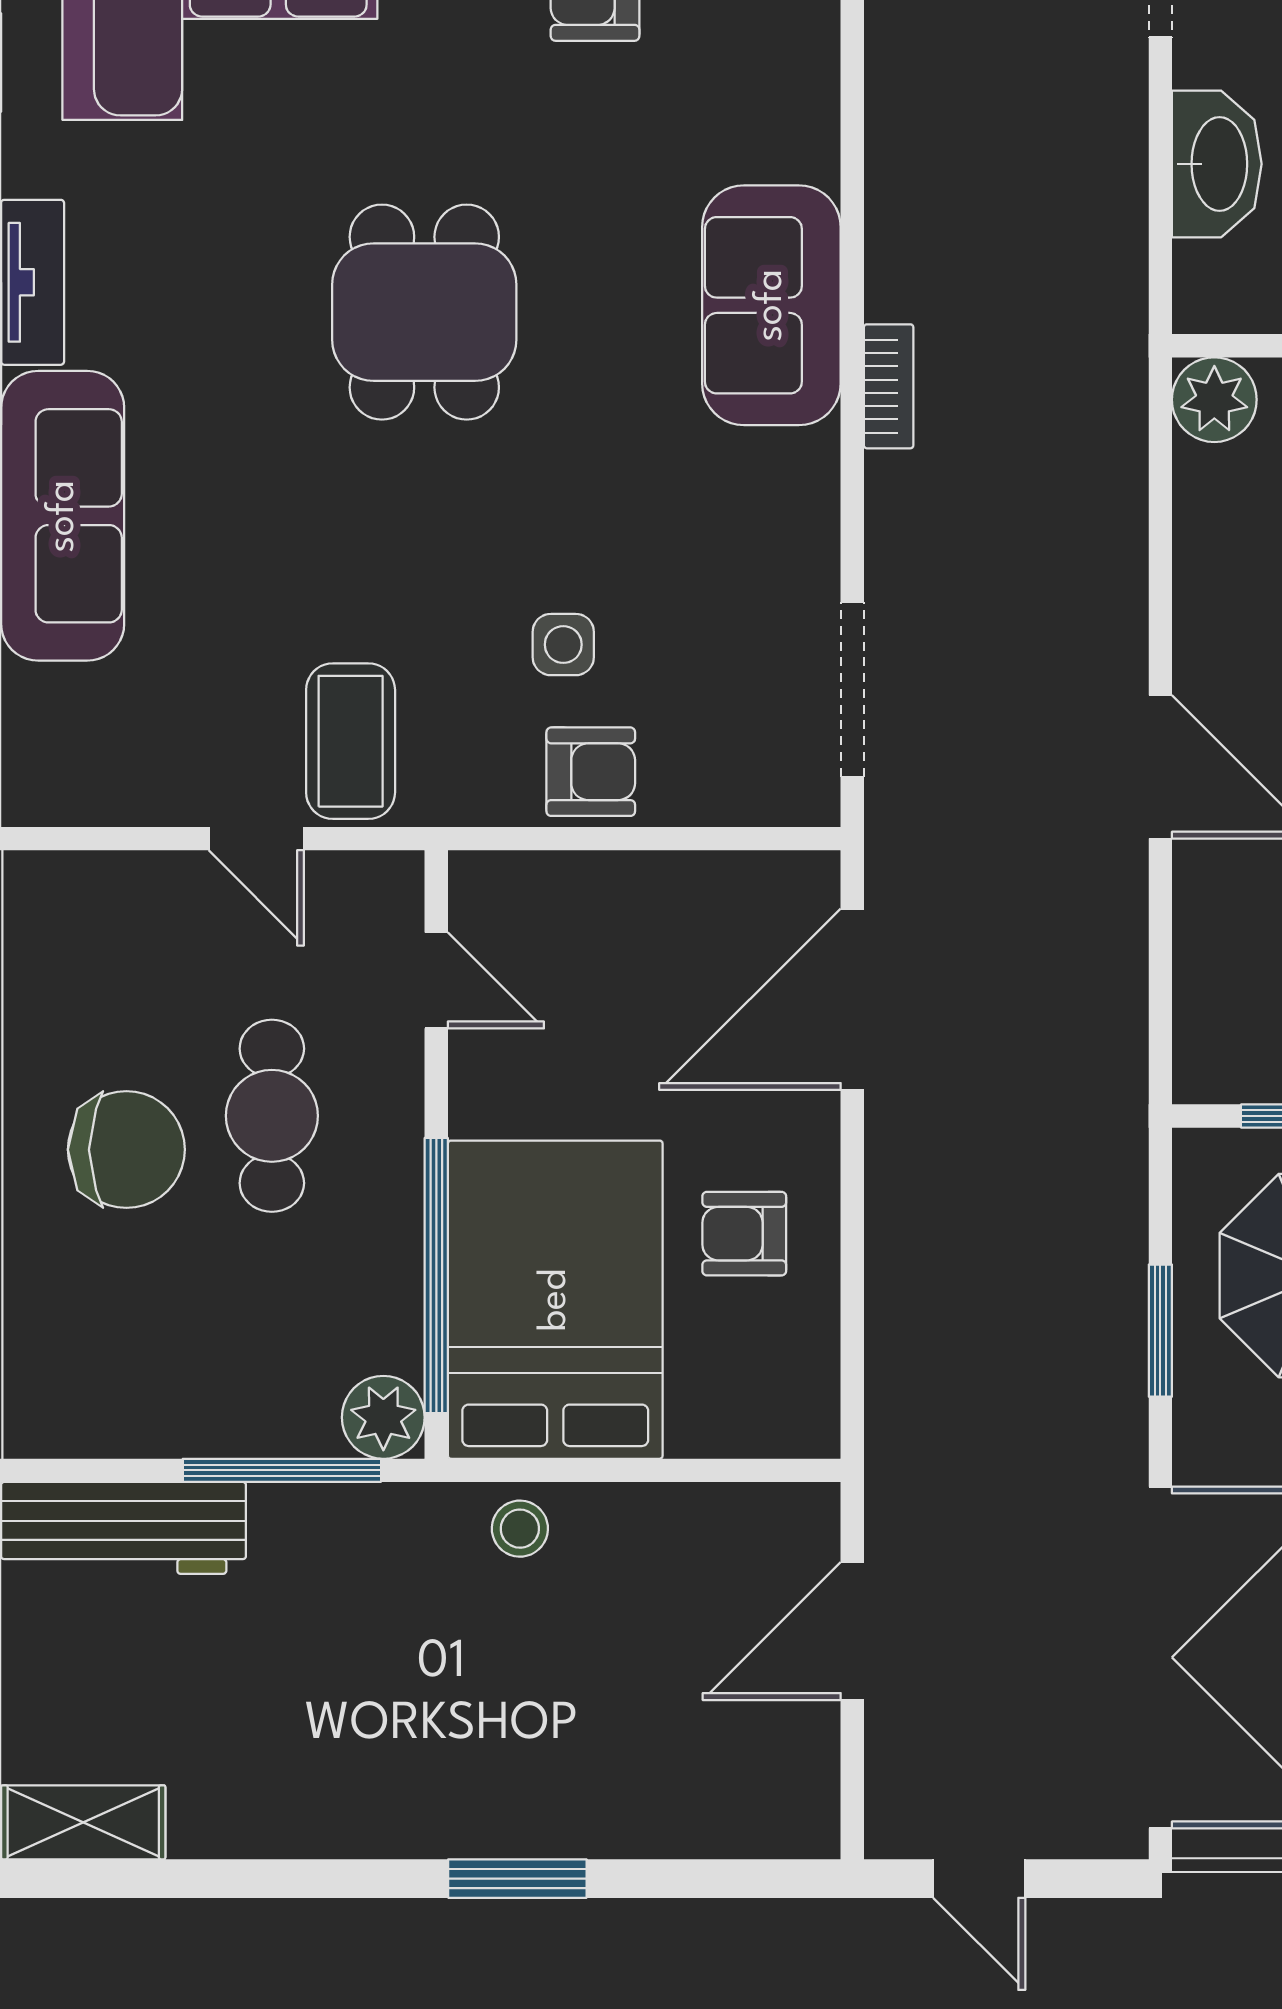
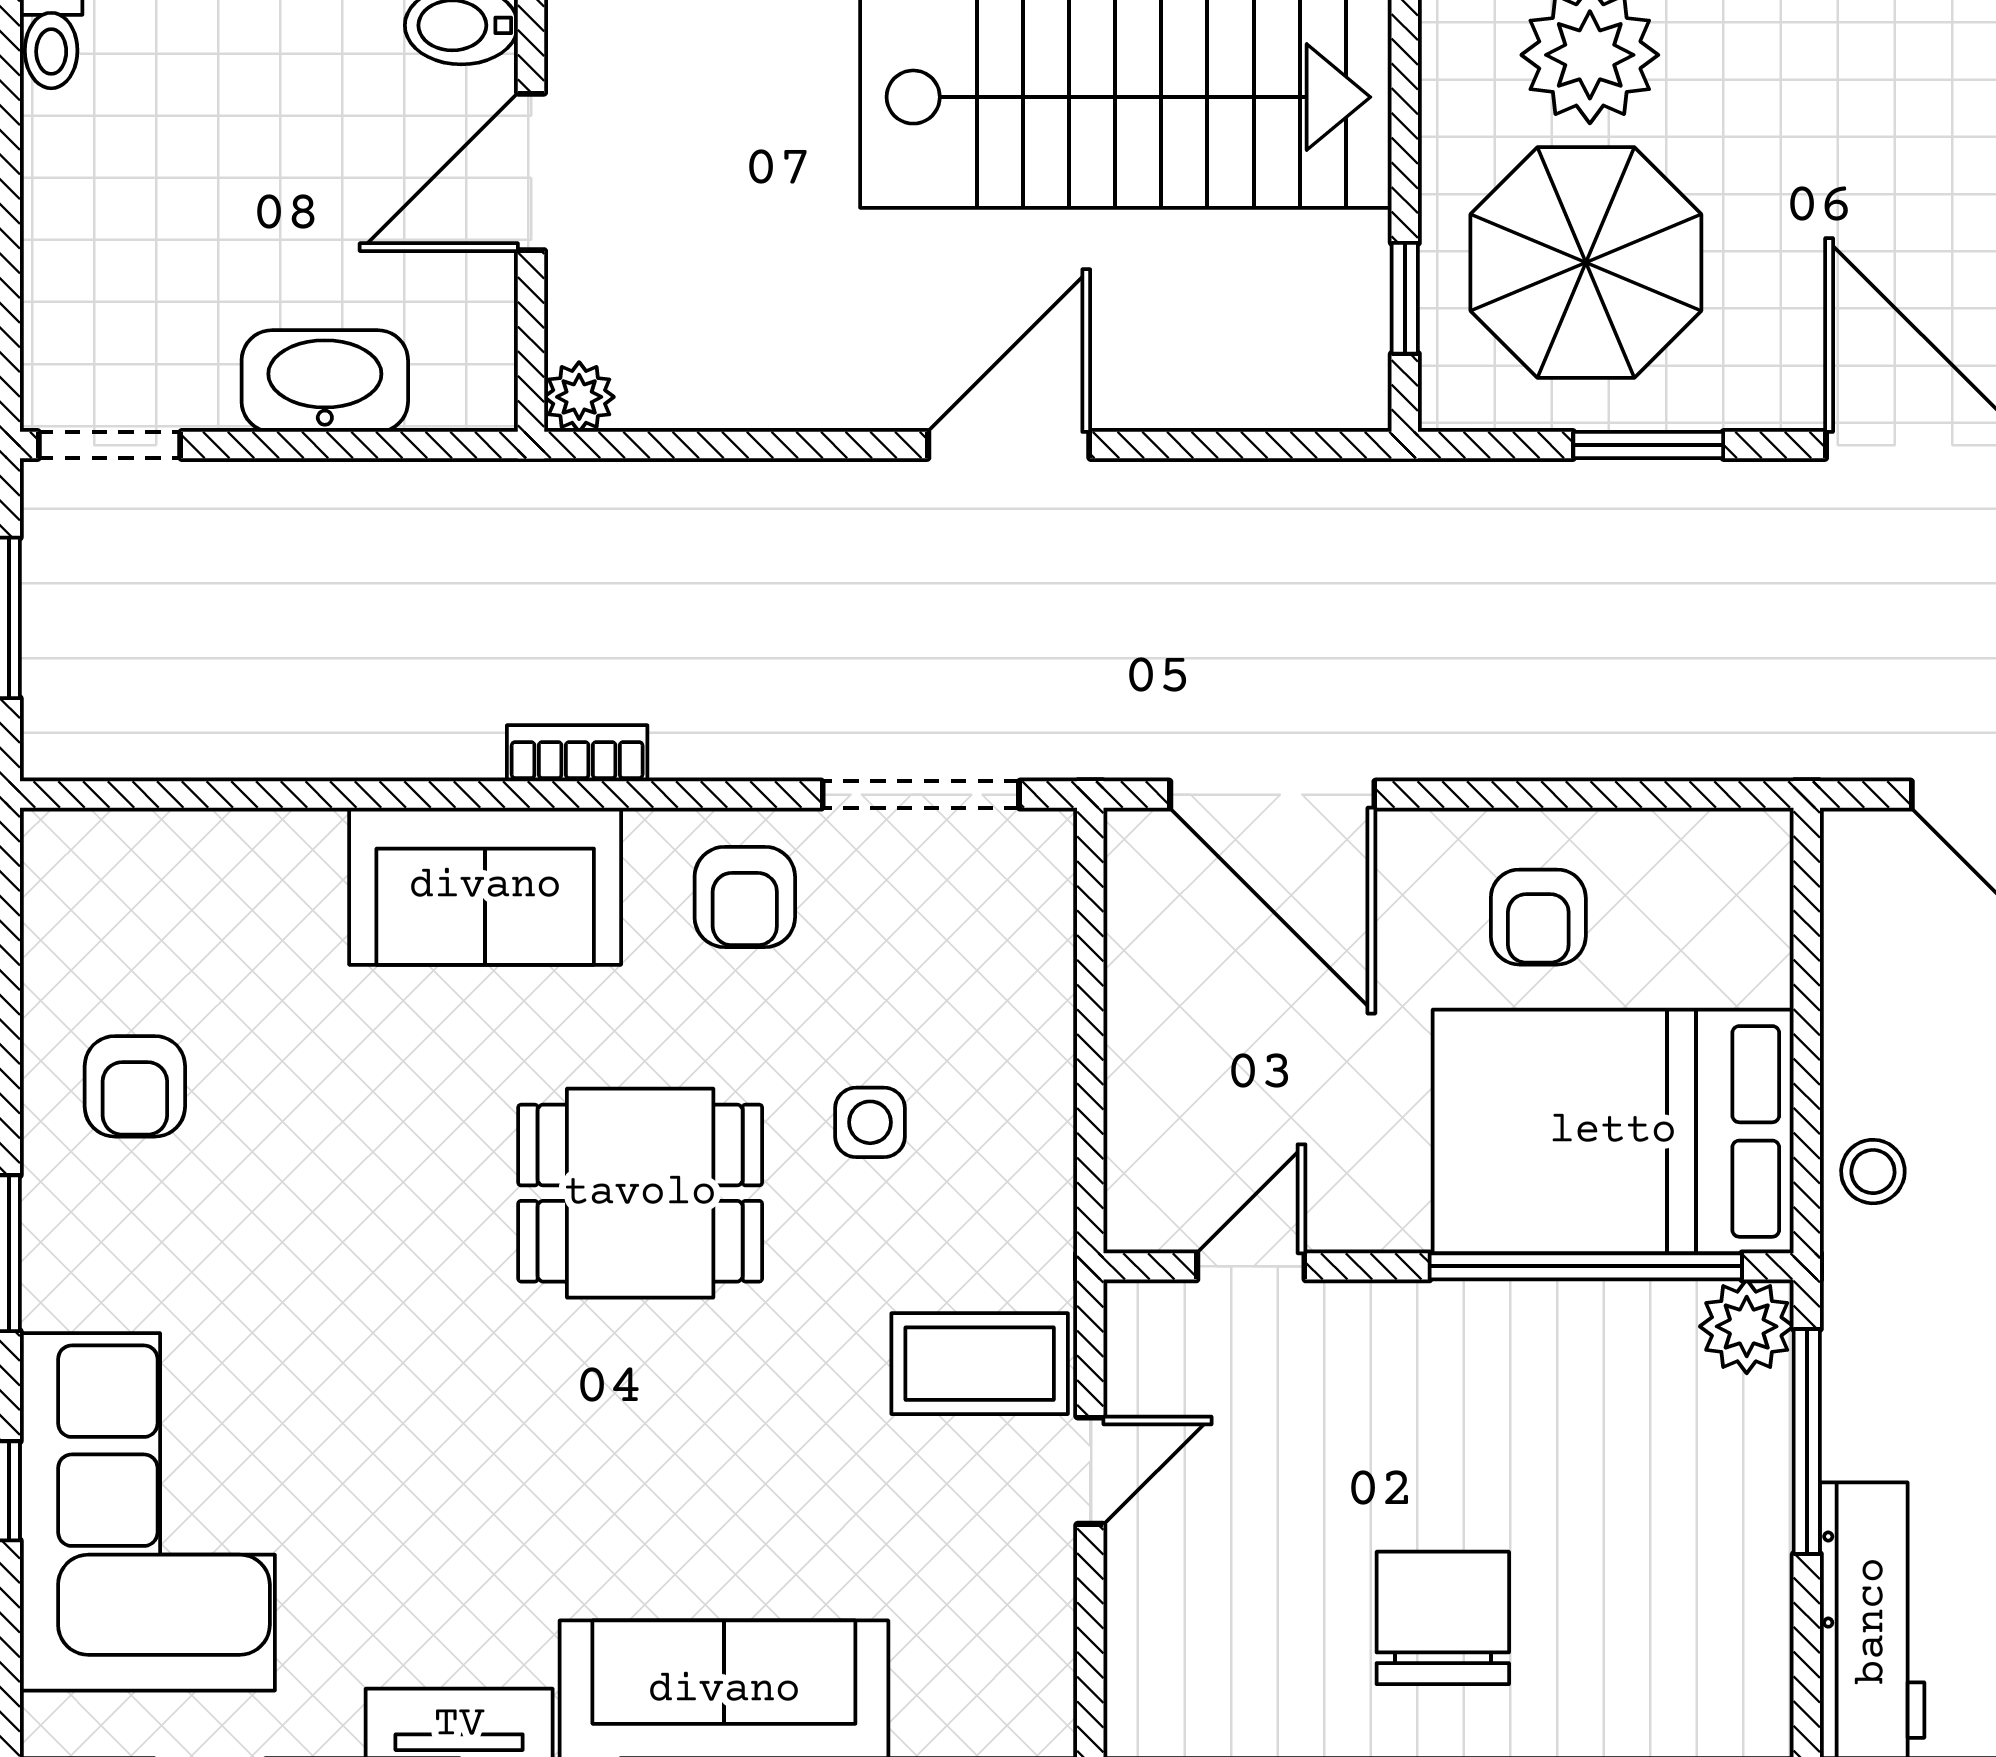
dining table: (424, 312) -> (640, 1193), moved
plant: (1214, 400) -> (579, 397), width x0.73, depth x0.73
armchair: (591, 772) -> (745, 897), moved, turned 180
cafe table: (272, 1116) -> (1405, 1453), removed

